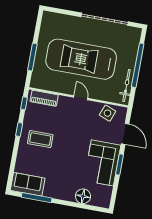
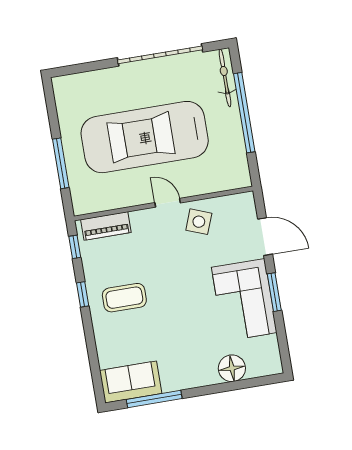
bicycle: (126, 86) -> (225, 78), moved
side table: (108, 113) -> (199, 222), moved

